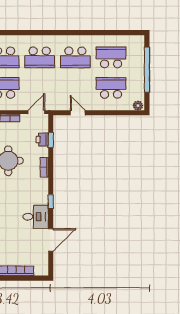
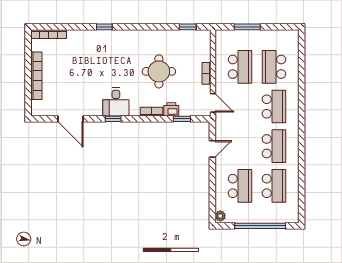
school desk: (40, 57) -> (274, 107), turned 180
school desk: (75, 57) -> (274, 146), turned 180
printer: (42, 140) -> (171, 109), moved
desk: (36, 217) -> (116, 102), moved

